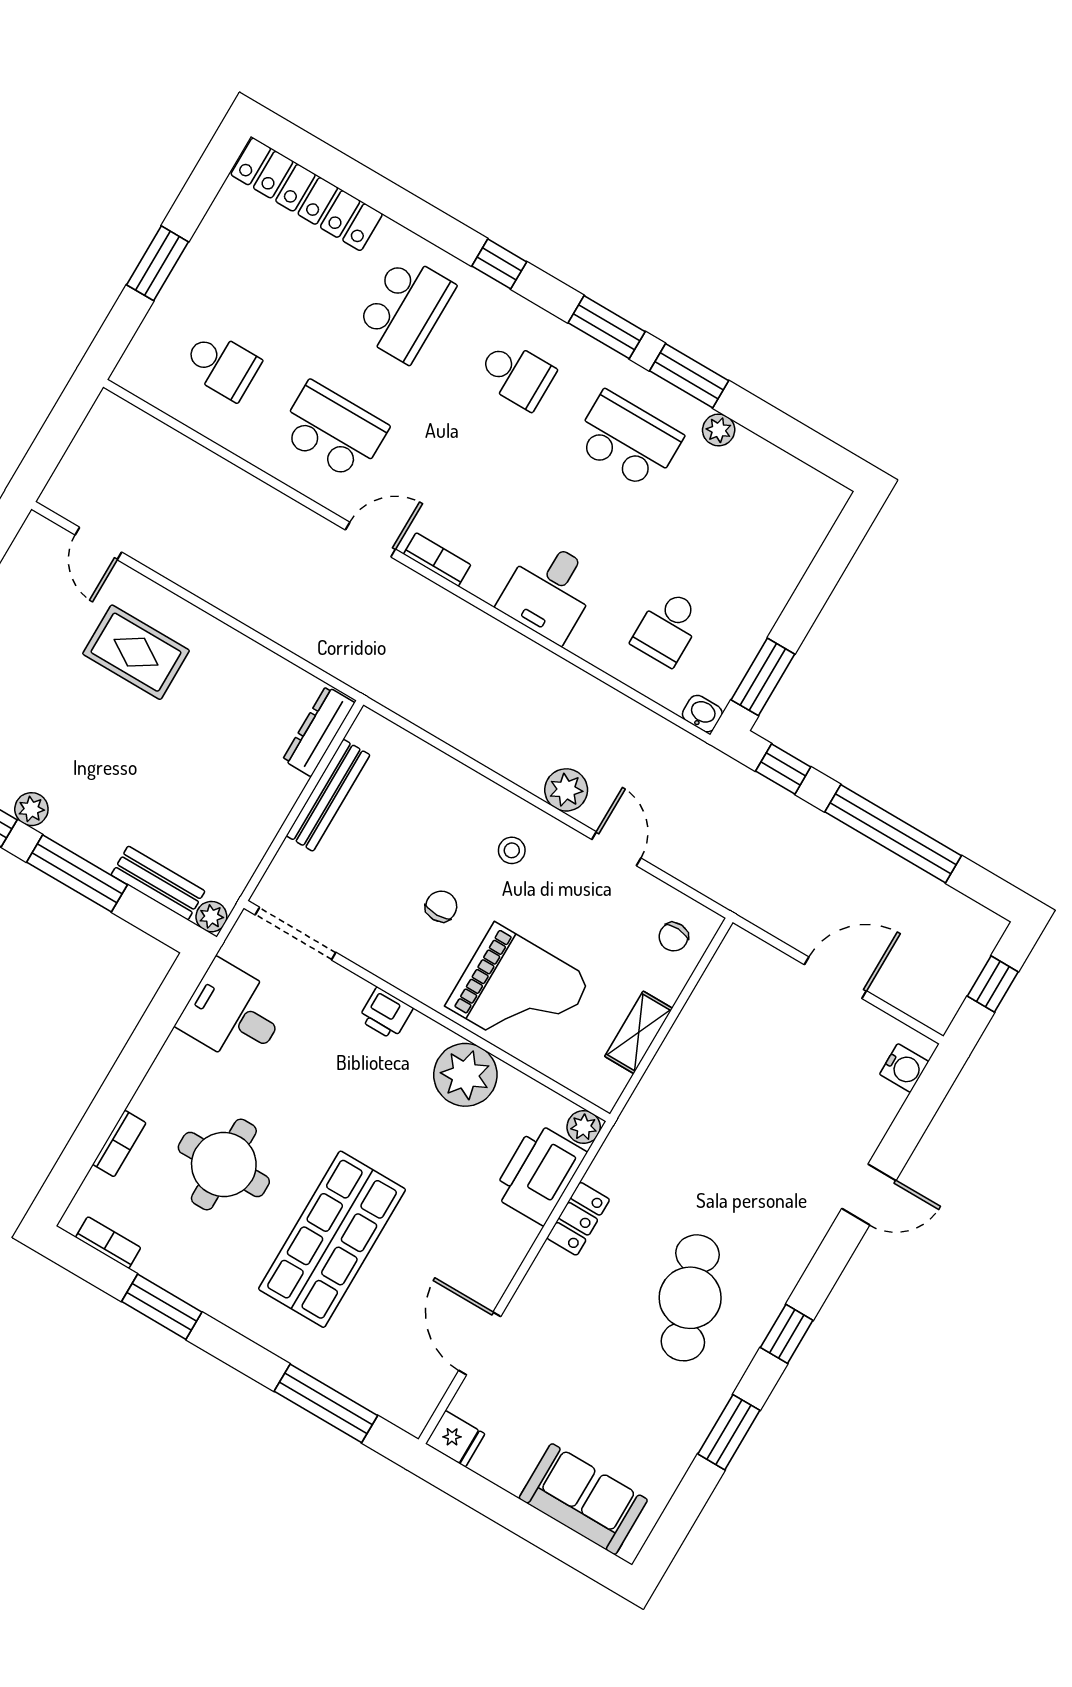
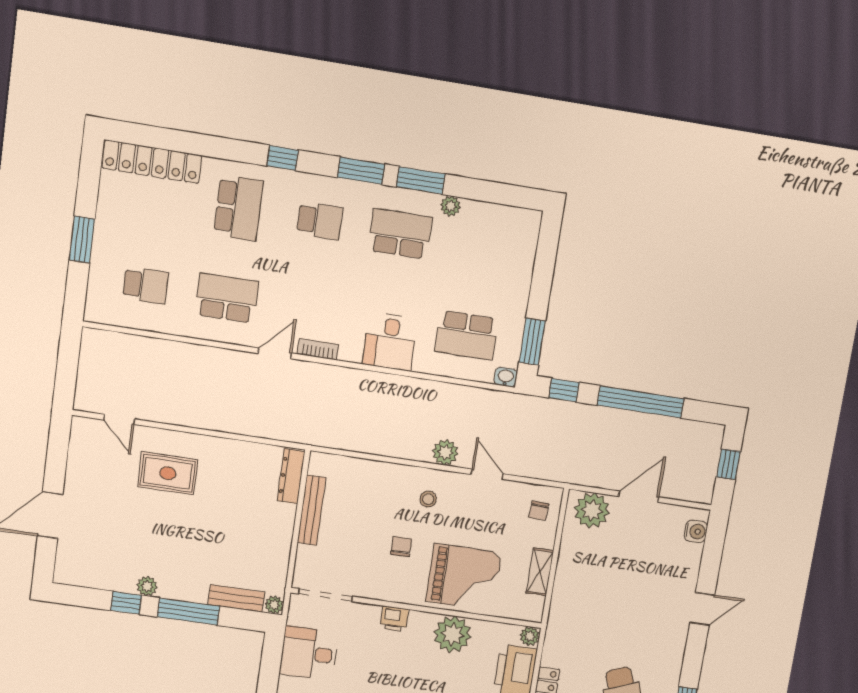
school desk: (668, 628) -> (466, 335), width x1.85
plant: (755, 970) -> (592, 510), added

